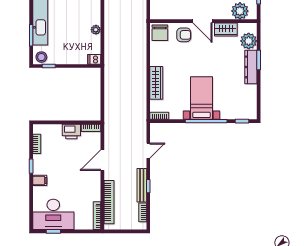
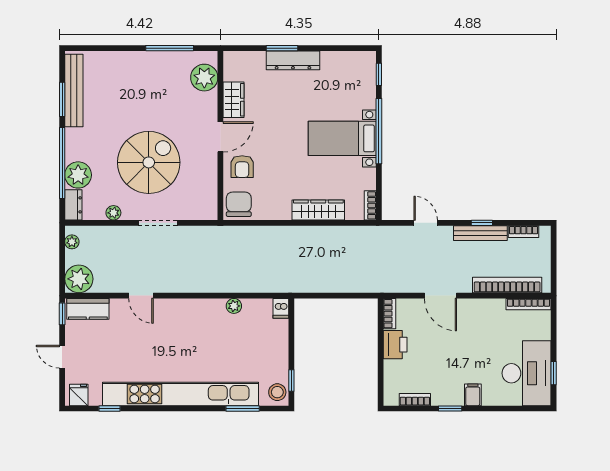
chair: (160, 33) -> (239, 204), turned -90
armchair: (184, 35) -> (242, 167), turned 180
plant: (249, 41) -> (252, 64), removed

